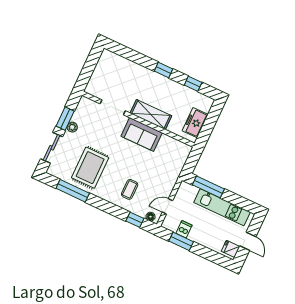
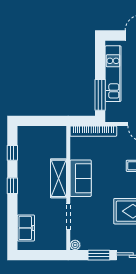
freezer: (195, 123) -> (26, 228), moved, turned -90
plant: (72, 127) -> (75, 245), moved
bookcase: (179, 166) -> (93, 131), added

